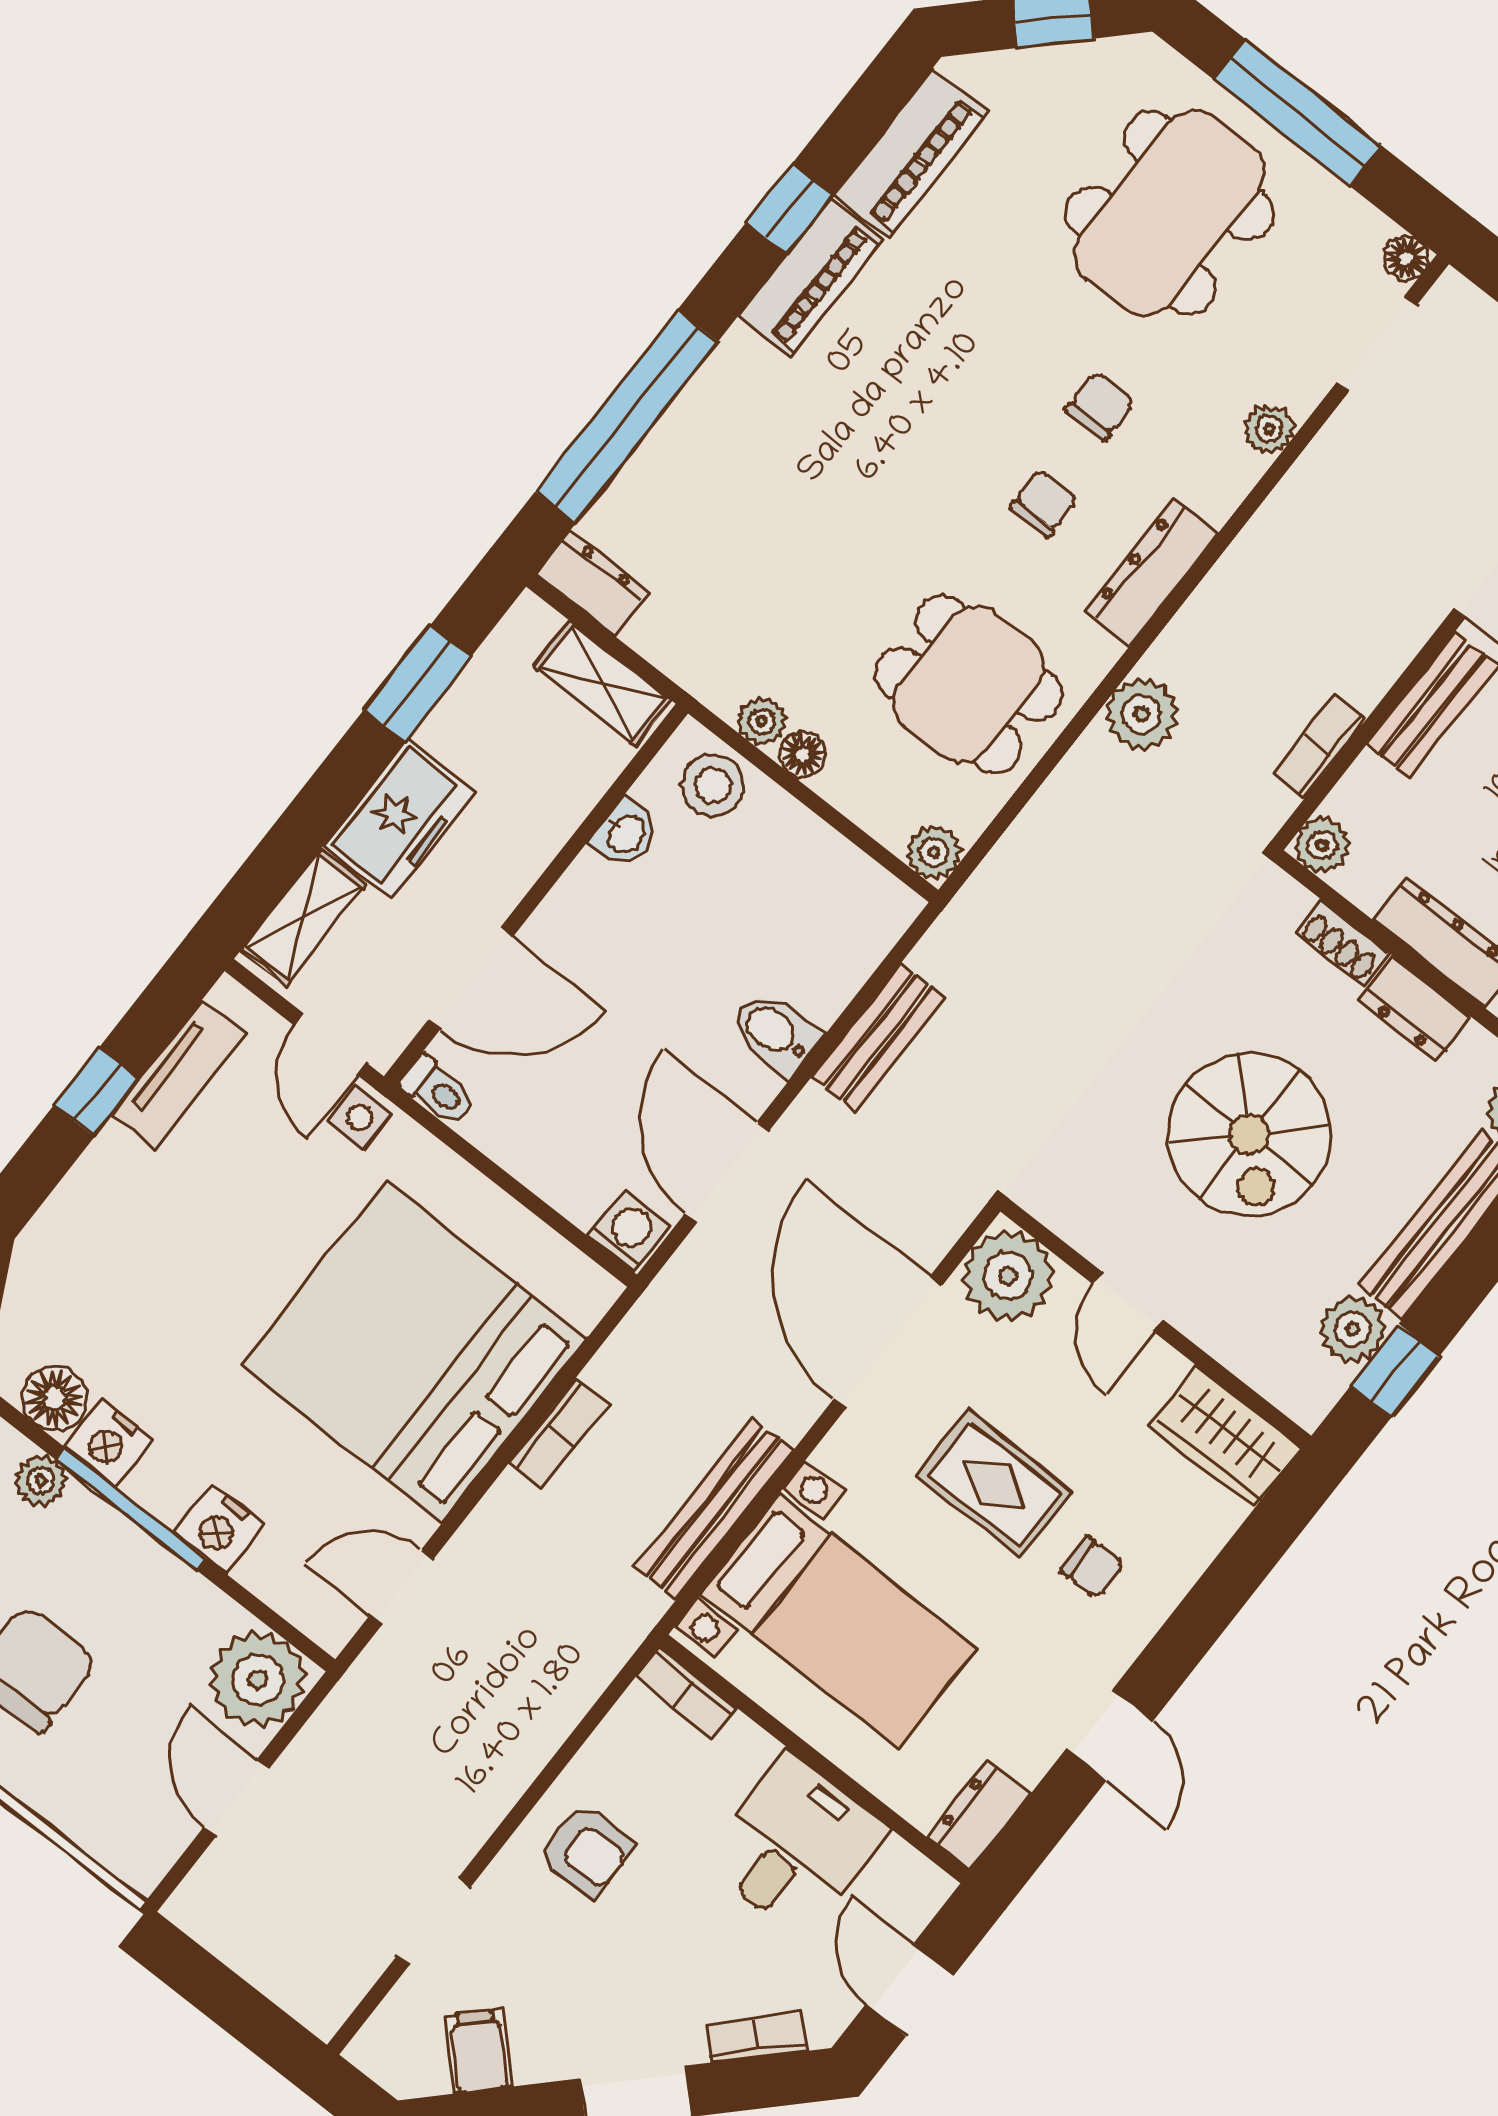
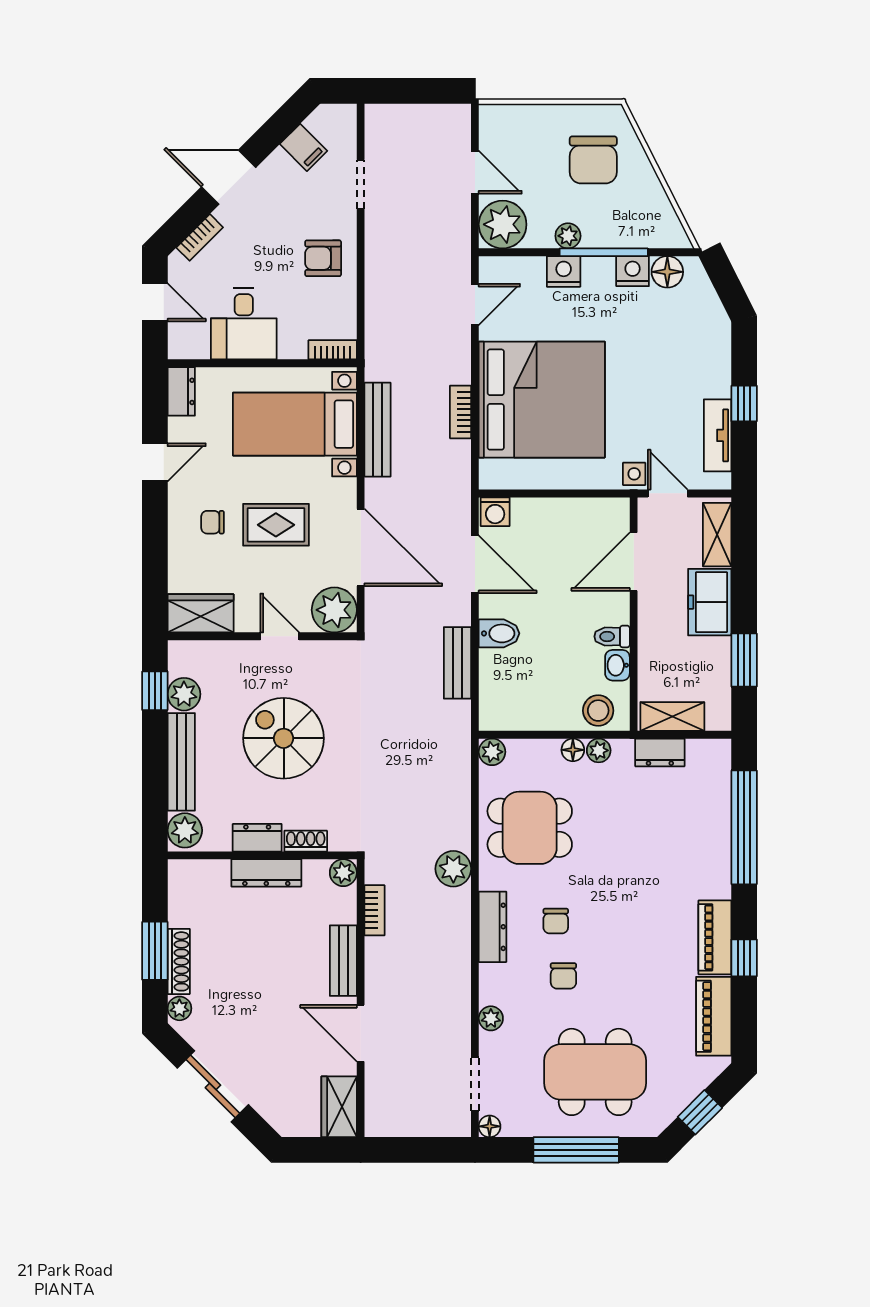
dining table: (1170, 213) -> (595, 1072), turned 90
dresser: (592, 583) -> (660, 752), moved
toilet: (438, 1091) -> (612, 636), moved
plant: (41, 1480) -> (568, 236), moved
door: (1109, 1735) -> (155, 462), swing flipped

